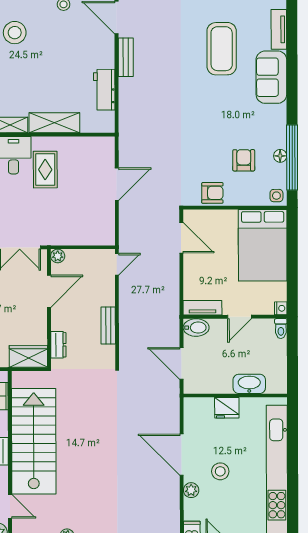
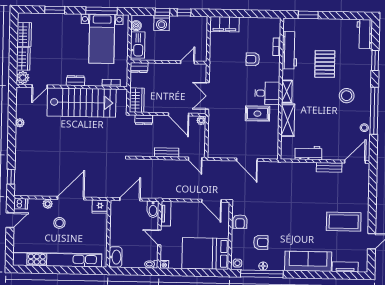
coffee table: (222, 49) -> (344, 222), moved
sofa: (271, 77) -> (308, 261), width x1.36
door: (181, 238) -> (211, 201), hinge flipped
bench: (108, 325) -> (167, 152), moved
washbasin: (249, 384) -> (115, 257), moved
fridge: (227, 408) -> (100, 207), moved, turned -90

